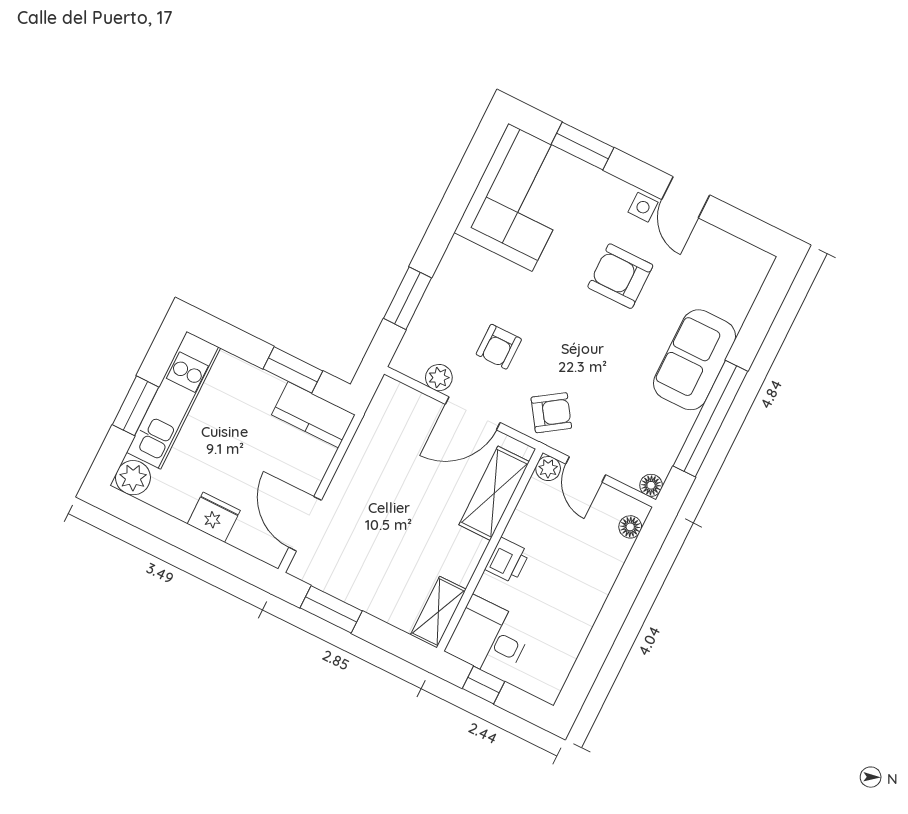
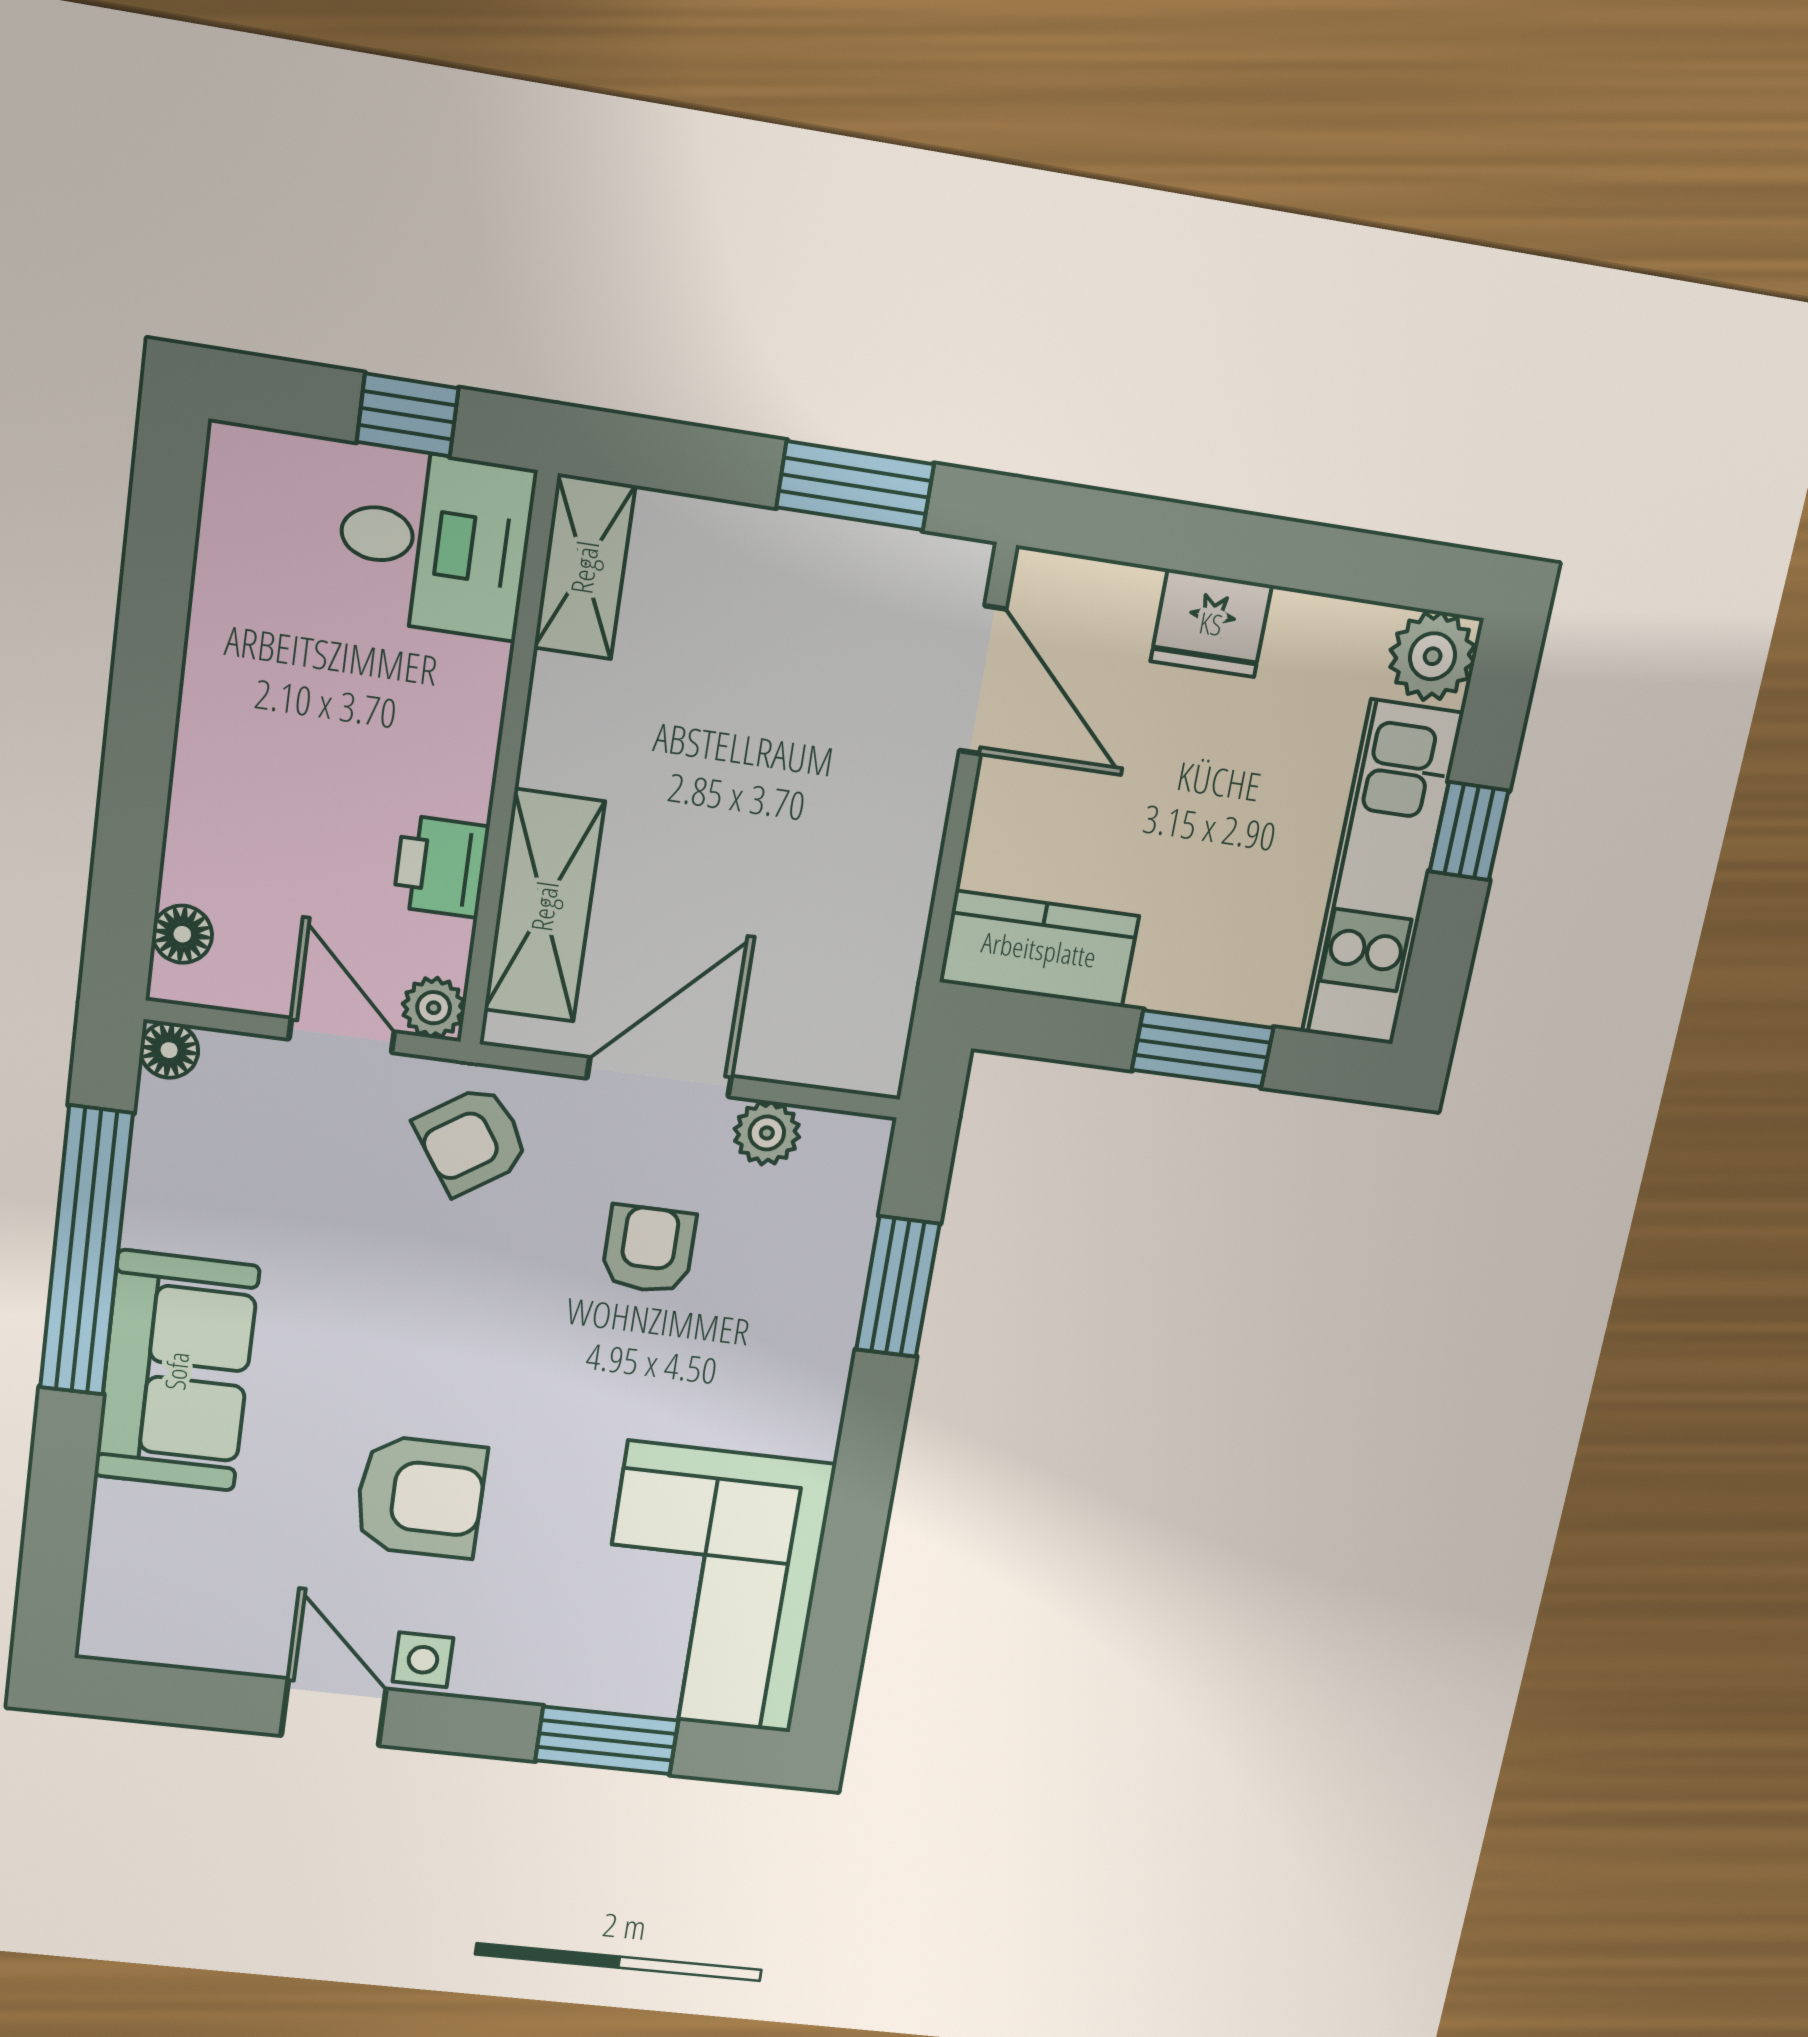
window: (293, 370) -> (1203, 1049), moved
window: (136, 406) -> (1469, 831), width x0.67
printer: (507, 560) -> (441, 867), moved

